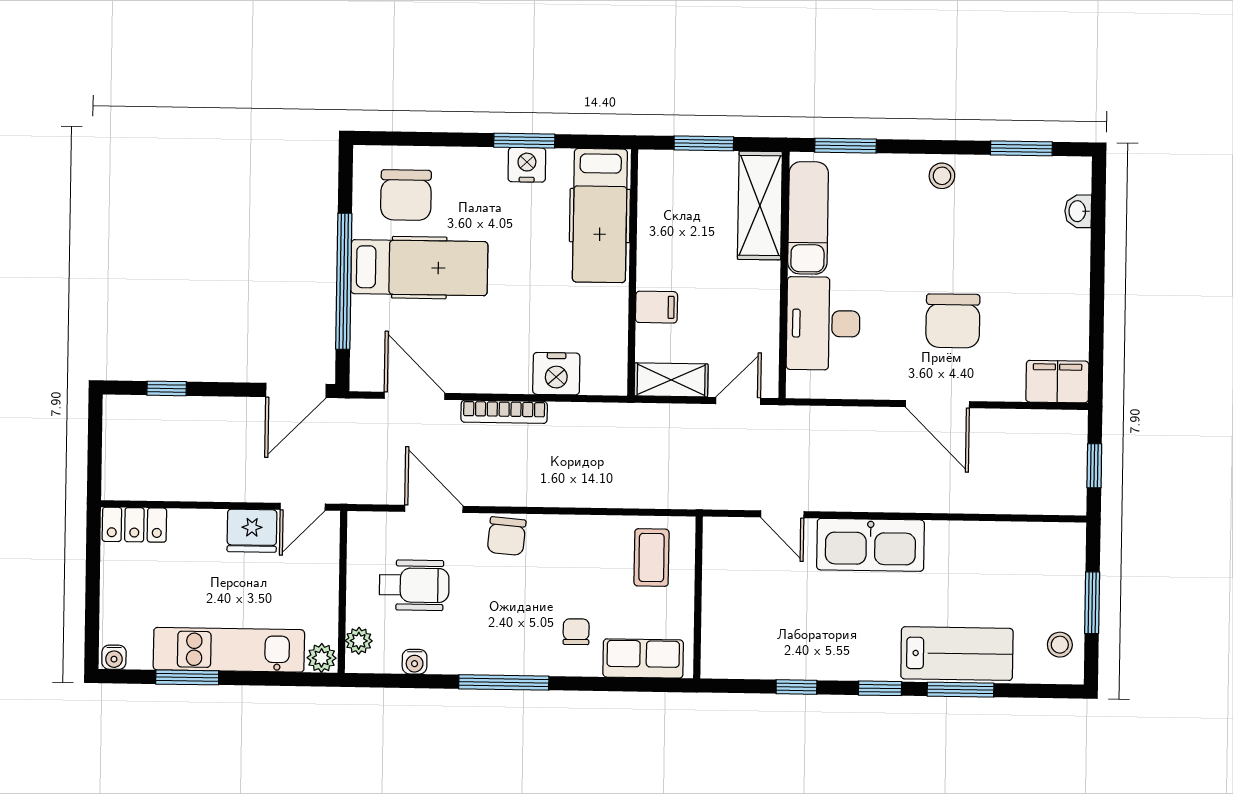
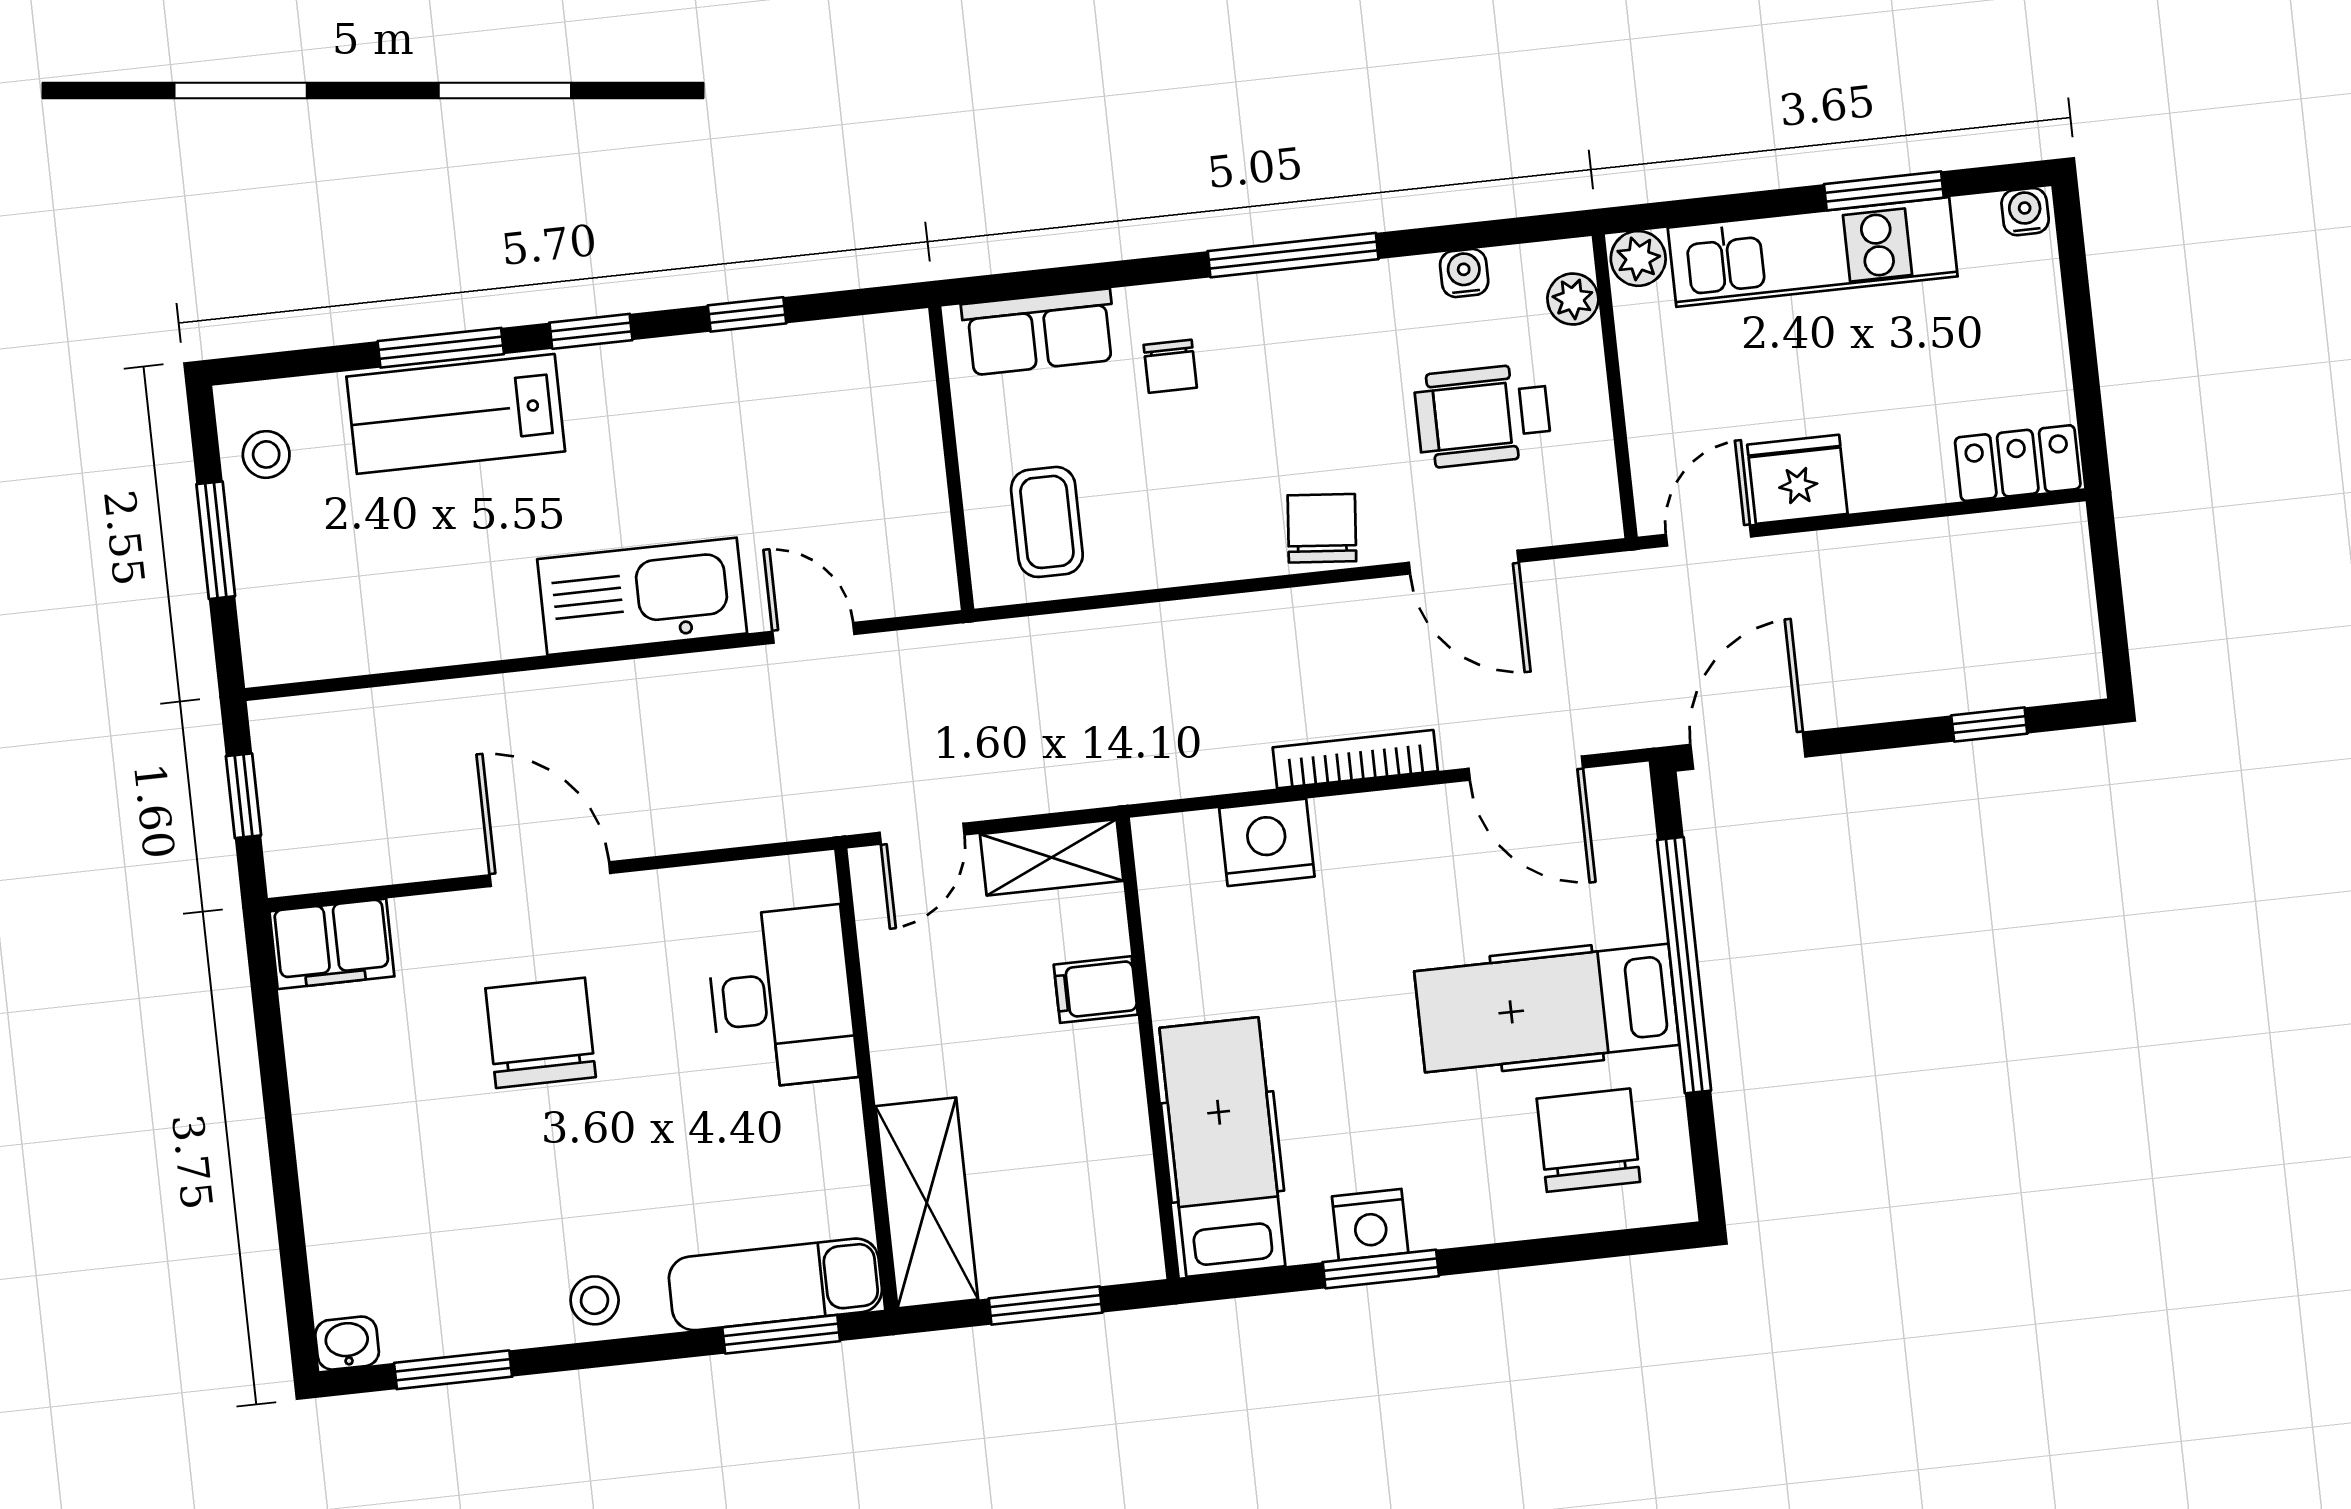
washbasin: (1078, 211) -> (347, 1343), moved, turned -90
exam couch: (808, 218) -> (775, 1284), moved, turned 90

